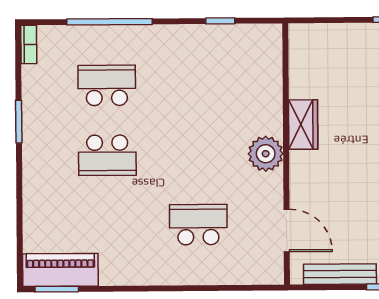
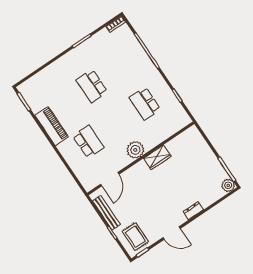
school desk: (107, 85) -> (145, 103), moved, turned 180
piano: (60, 270) -> (52, 126), moved

